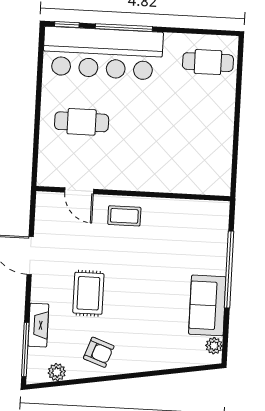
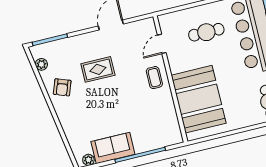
cafe table: (82, 122) -> (206, 32), turned 90
booth: (174, 162) -> (199, 99), added
fireplace: (38, 325) -> (68, 44), removed

